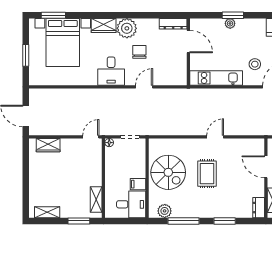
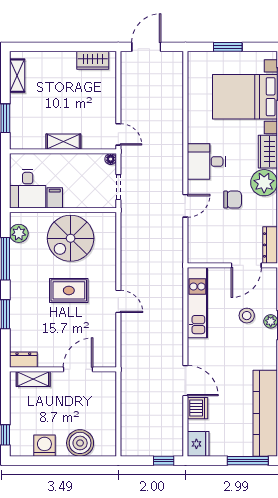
stool: (255, 64) -> (247, 316), moved
door: (144, 87) -> (185, 206), hinge flipped
wardrobe: (48, 145) -> (93, 60), moved, turned -90
shelving: (96, 199) -> (63, 142), moved

